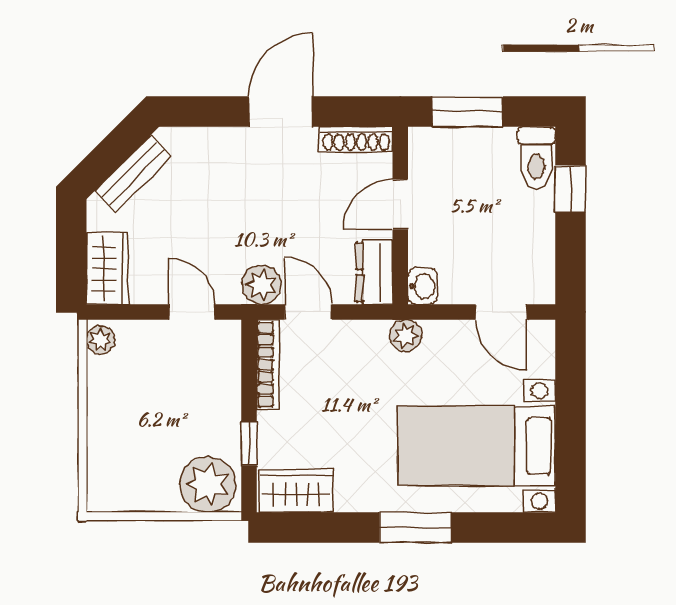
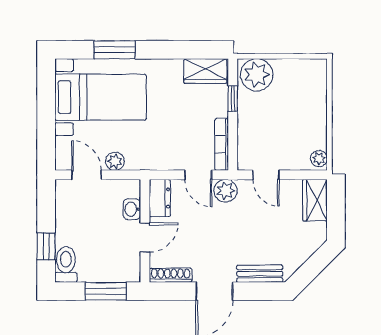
bench: (133, 174) -> (260, 274), moved, turned 45
washbasin: (423, 286) -> (132, 209), moved
plant: (406, 335) -> (115, 161), moved
window: (415, 528) -> (114, 50), moved

